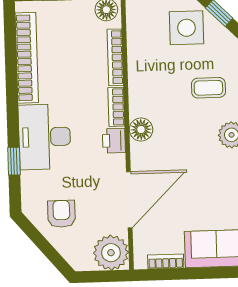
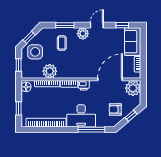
plant: (144, 62) -> (50, 71), added
floor lamp: (141, 129) -> (79, 73), removed
window: (14, 161) -> (91, 130), width x2.17
door: (129, 200) -> (110, 79), hinge flipped
window: (48, 250) -> (131, 116), added

